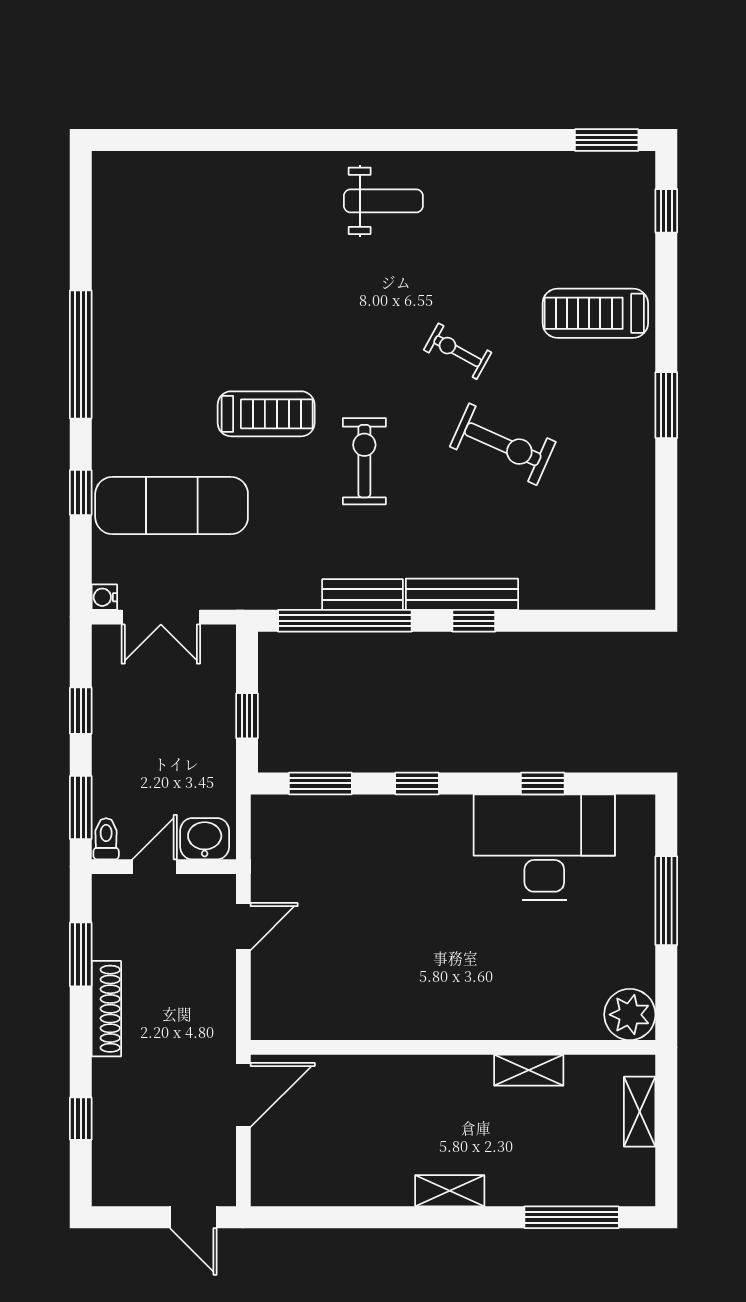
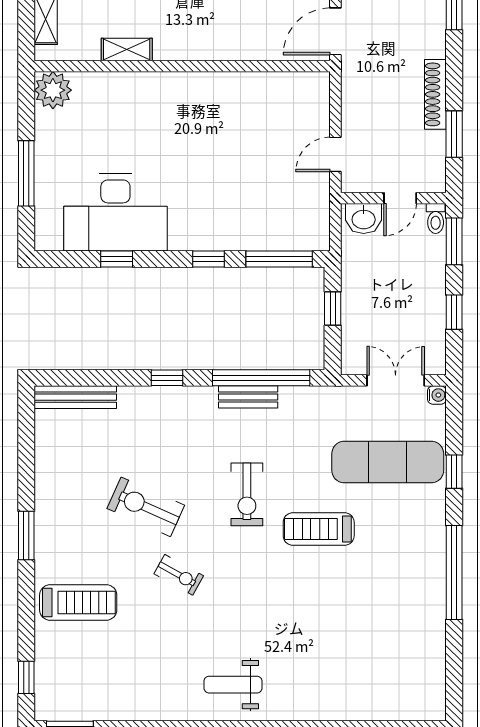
bench: (462, 594) -> (75, 397), moved
window: (320, 783) -> (279, 259), width x1.44

